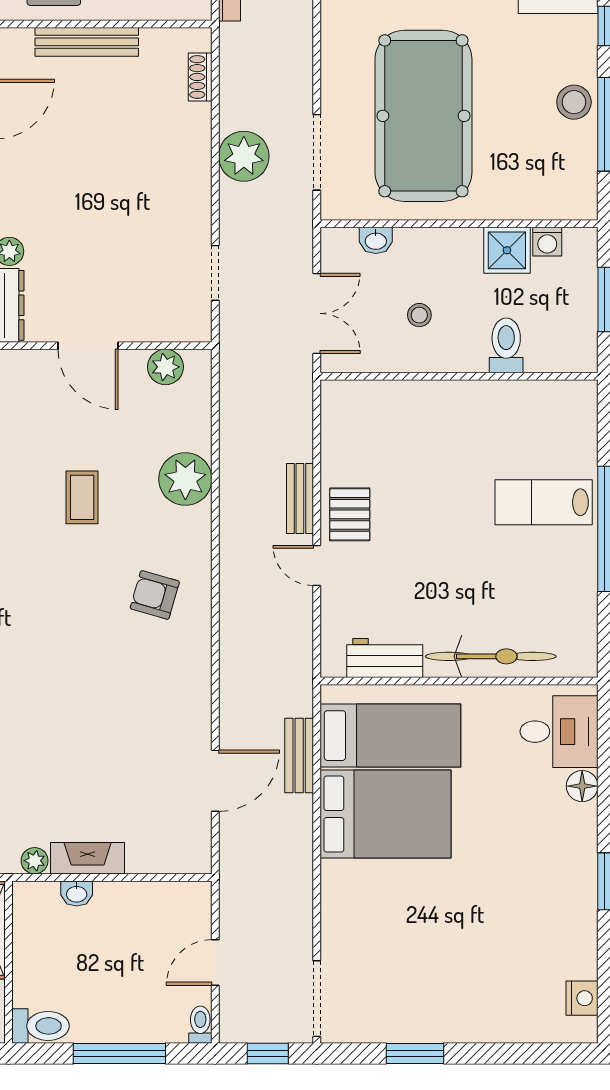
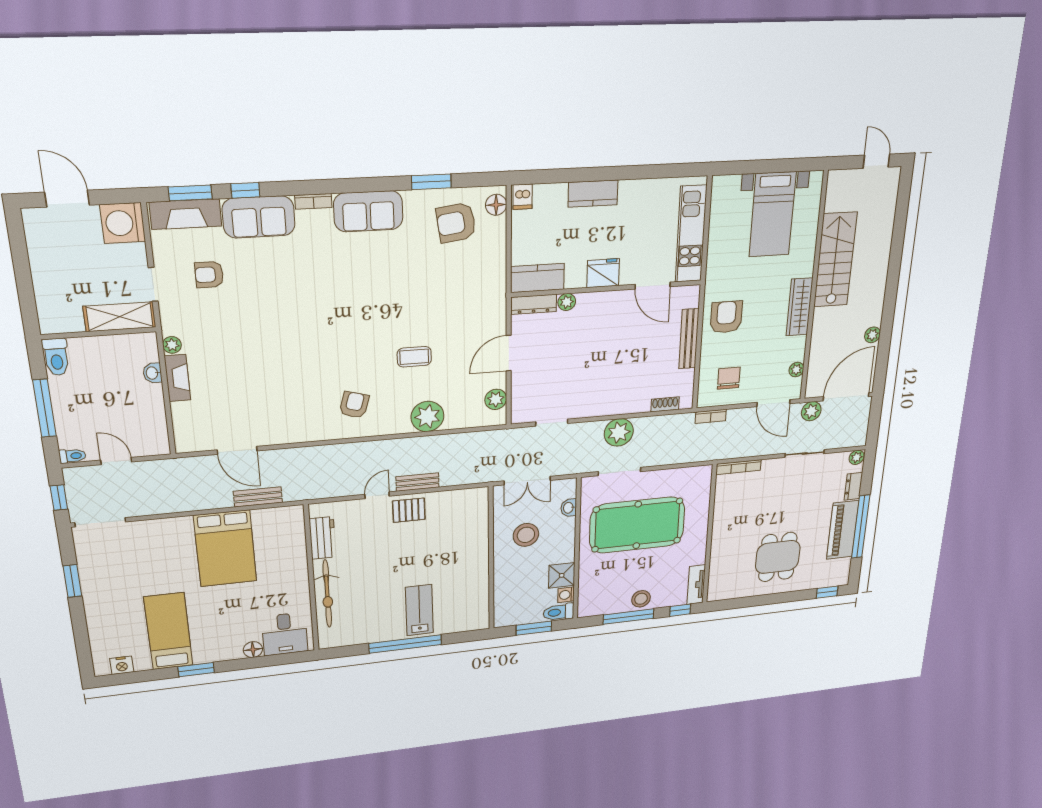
stool: (419, 315) -> (526, 535), width x1.89, depth x1.89
toilet: (506, 345) -> (559, 612), moved, turned 180
bed: (390, 736) -> (168, 631), moved, turned 180

